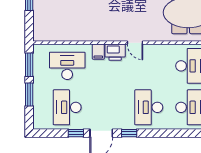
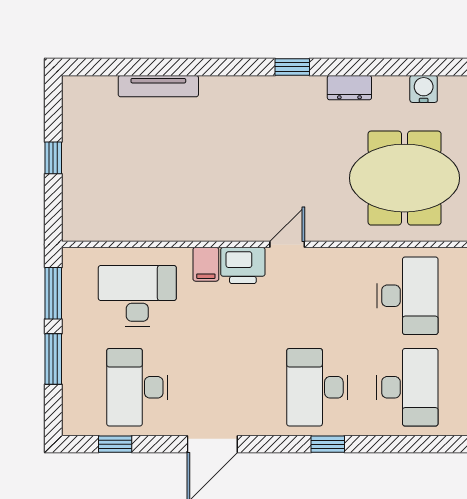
door: (135, 43) -> (287, 244), swing flipped
window: (76, 133) -> (115, 444), moved
window: (129, 133) -> (328, 444), moved

